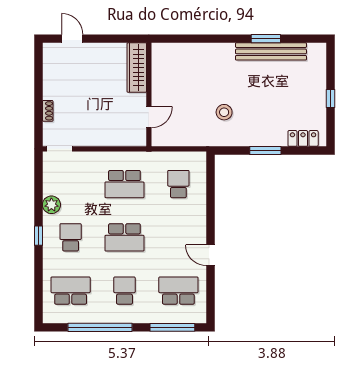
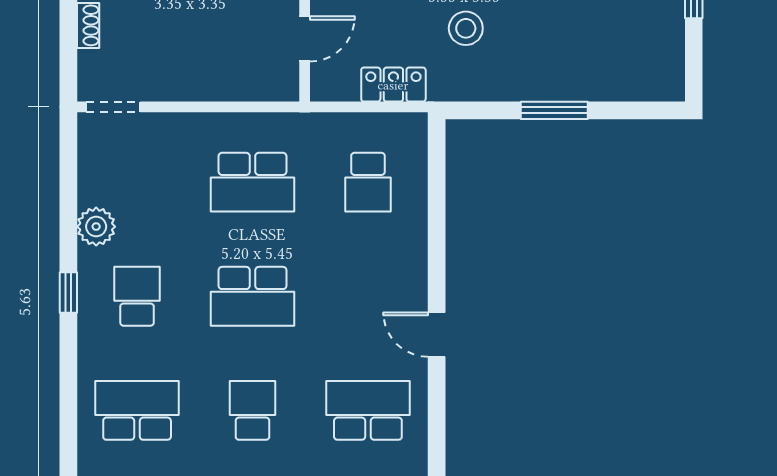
locker: (303, 138) -> (393, 85), moved
school desk: (178, 184) -> (368, 182), turned 180

